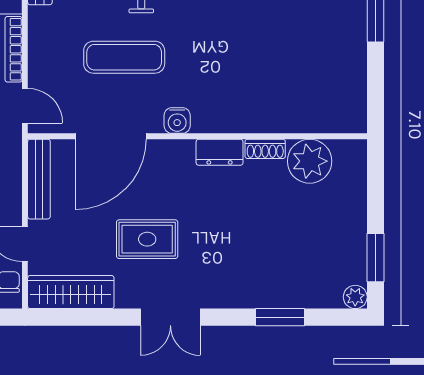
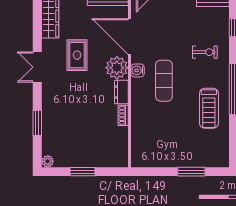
exercise mat: (124, 57) -> (164, 81), moved
plant: (310, 161) -> (117, 68), moved
window: (375, 258) -> (83, 172), moved

